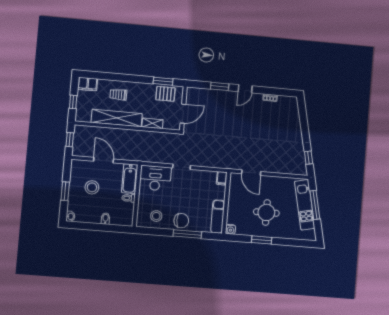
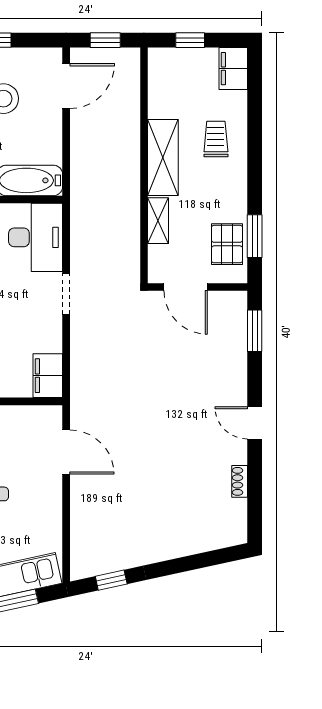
window: (220, 86) -> (255, 331), moved
shelving: (117, 118) -> (163, 158), width x0.68
door: (104, 160) -> (66, 86), moved
door: (251, 173) -> (66, 452), swing flipped
filing cabinet: (222, 178) -> (48, 376), width x2.00

